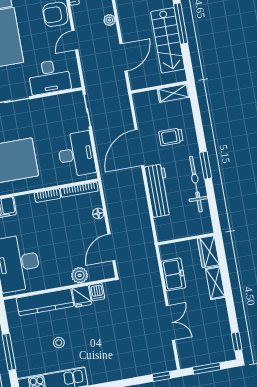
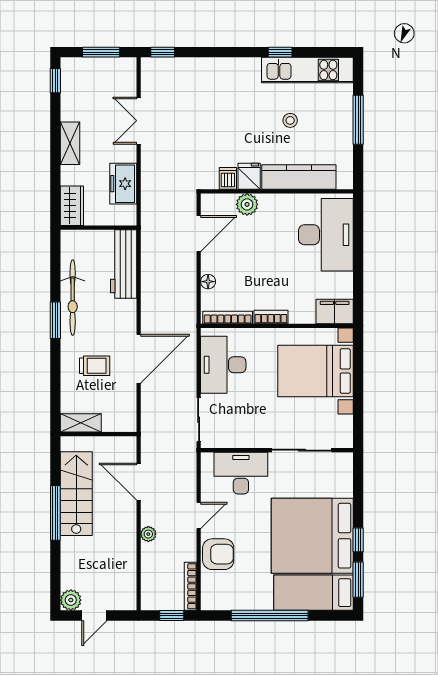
door: (123, 57) -> (139, 482), hinge flipped
workbench: (158, 191) -> (124, 264), moved
shelving: (215, 283) -> (70, 143), moved

